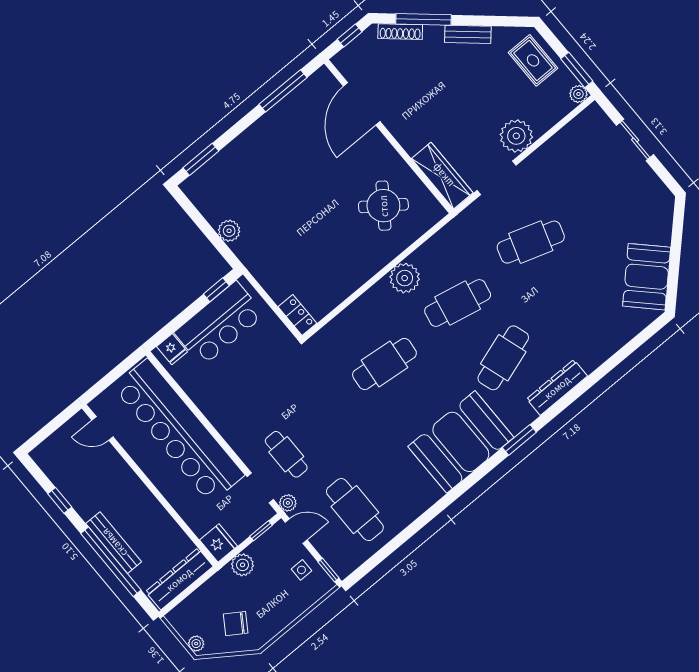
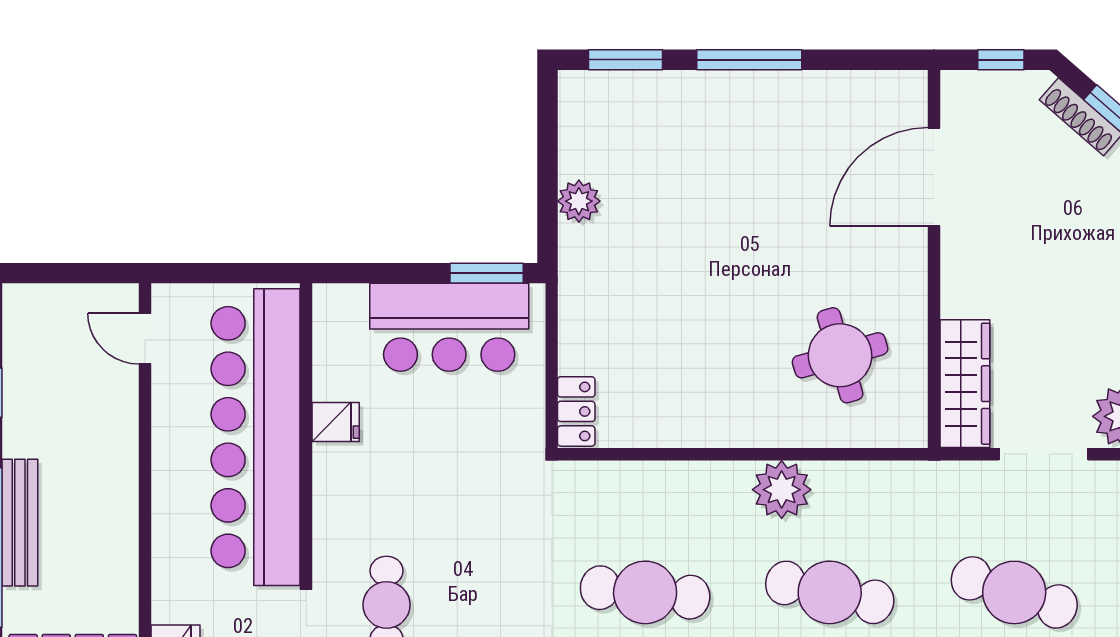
window: (283, 91) -> (749, 60), moved
round table: (383, 206) -> (840, 355), turned 38
window: (216, 290) -> (487, 273), width x1.50
fridge: (172, 349) -> (336, 422), moved, turned -90

